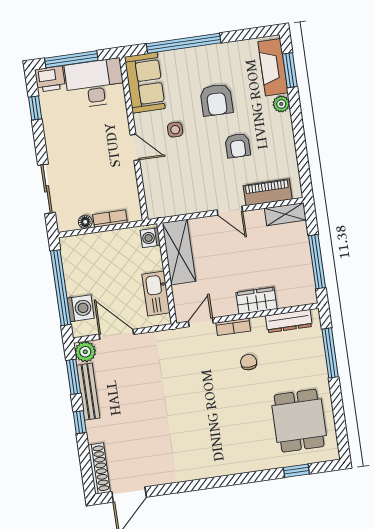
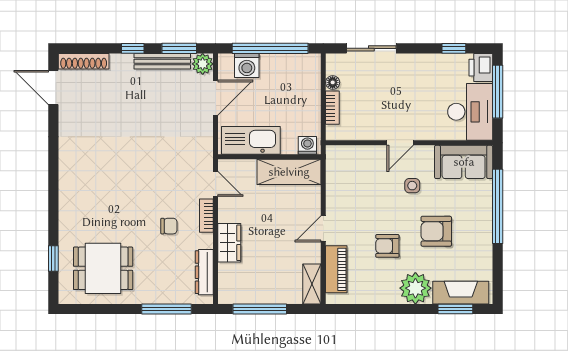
plant: (281, 104) -> (415, 288), width x1.87, depth x1.87
kitchen sink: (156, 293) -> (251, 140), width x1.36, depth x1.24

